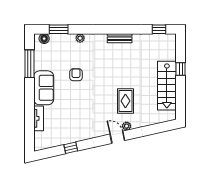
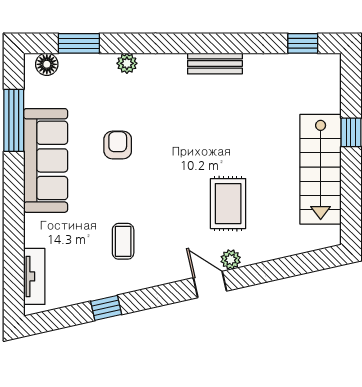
sofa: (44, 88) -> (46, 160), width x1.36
tv unit: (39, 118) -> (34, 276), moved
coffee table: (78, 118) -> (123, 241), added

